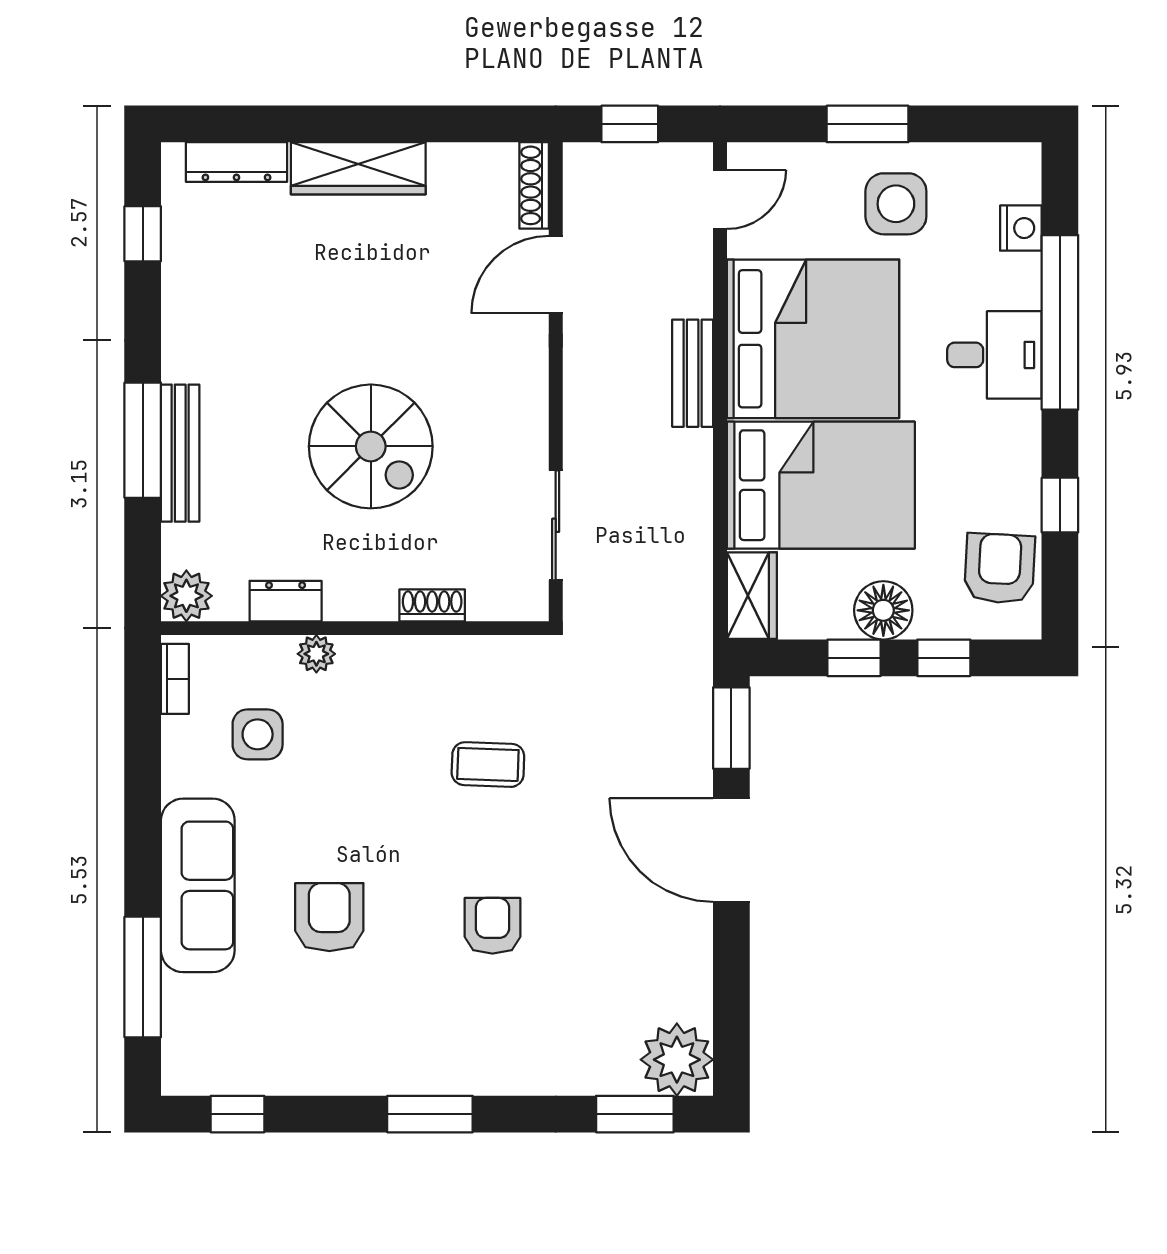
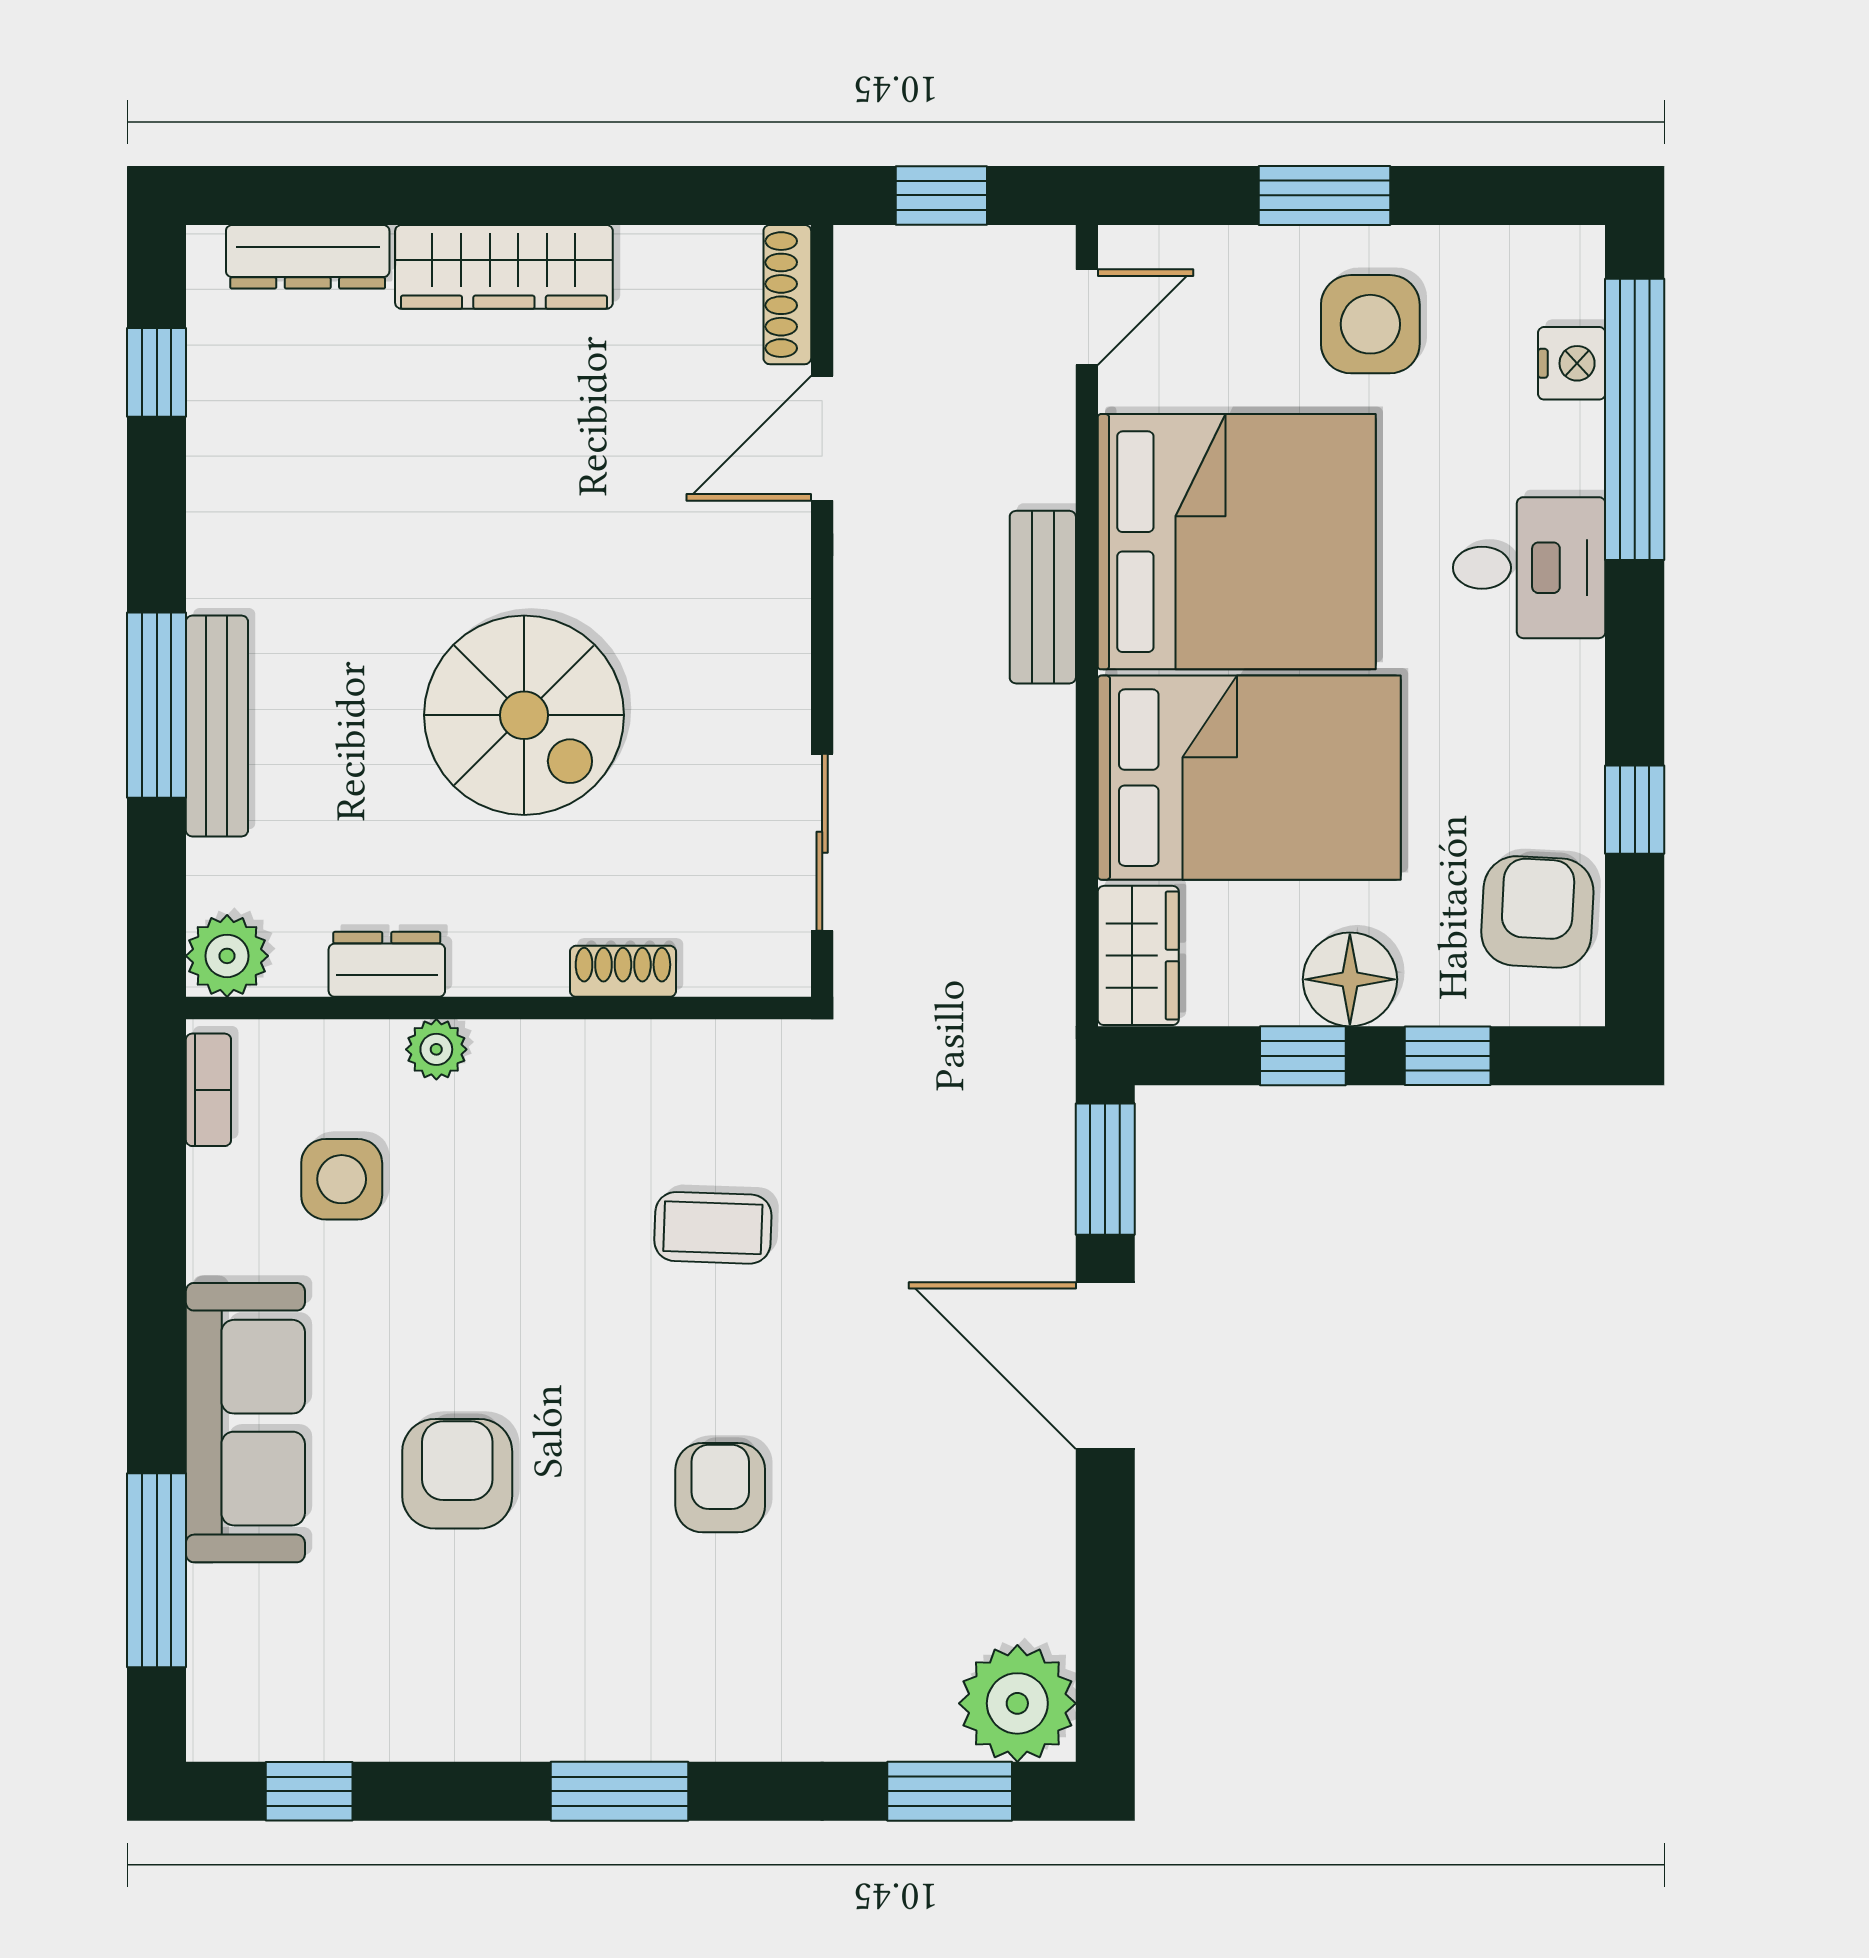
window: (1060, 322) -> (1635, 419), moved

